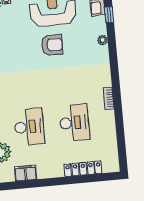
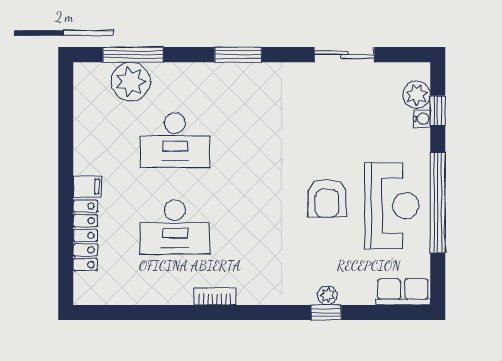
window: (109, 15) -> (326, 312), moved
filing cabinet: (26, 173) -> (87, 186), moved, width x0.50

